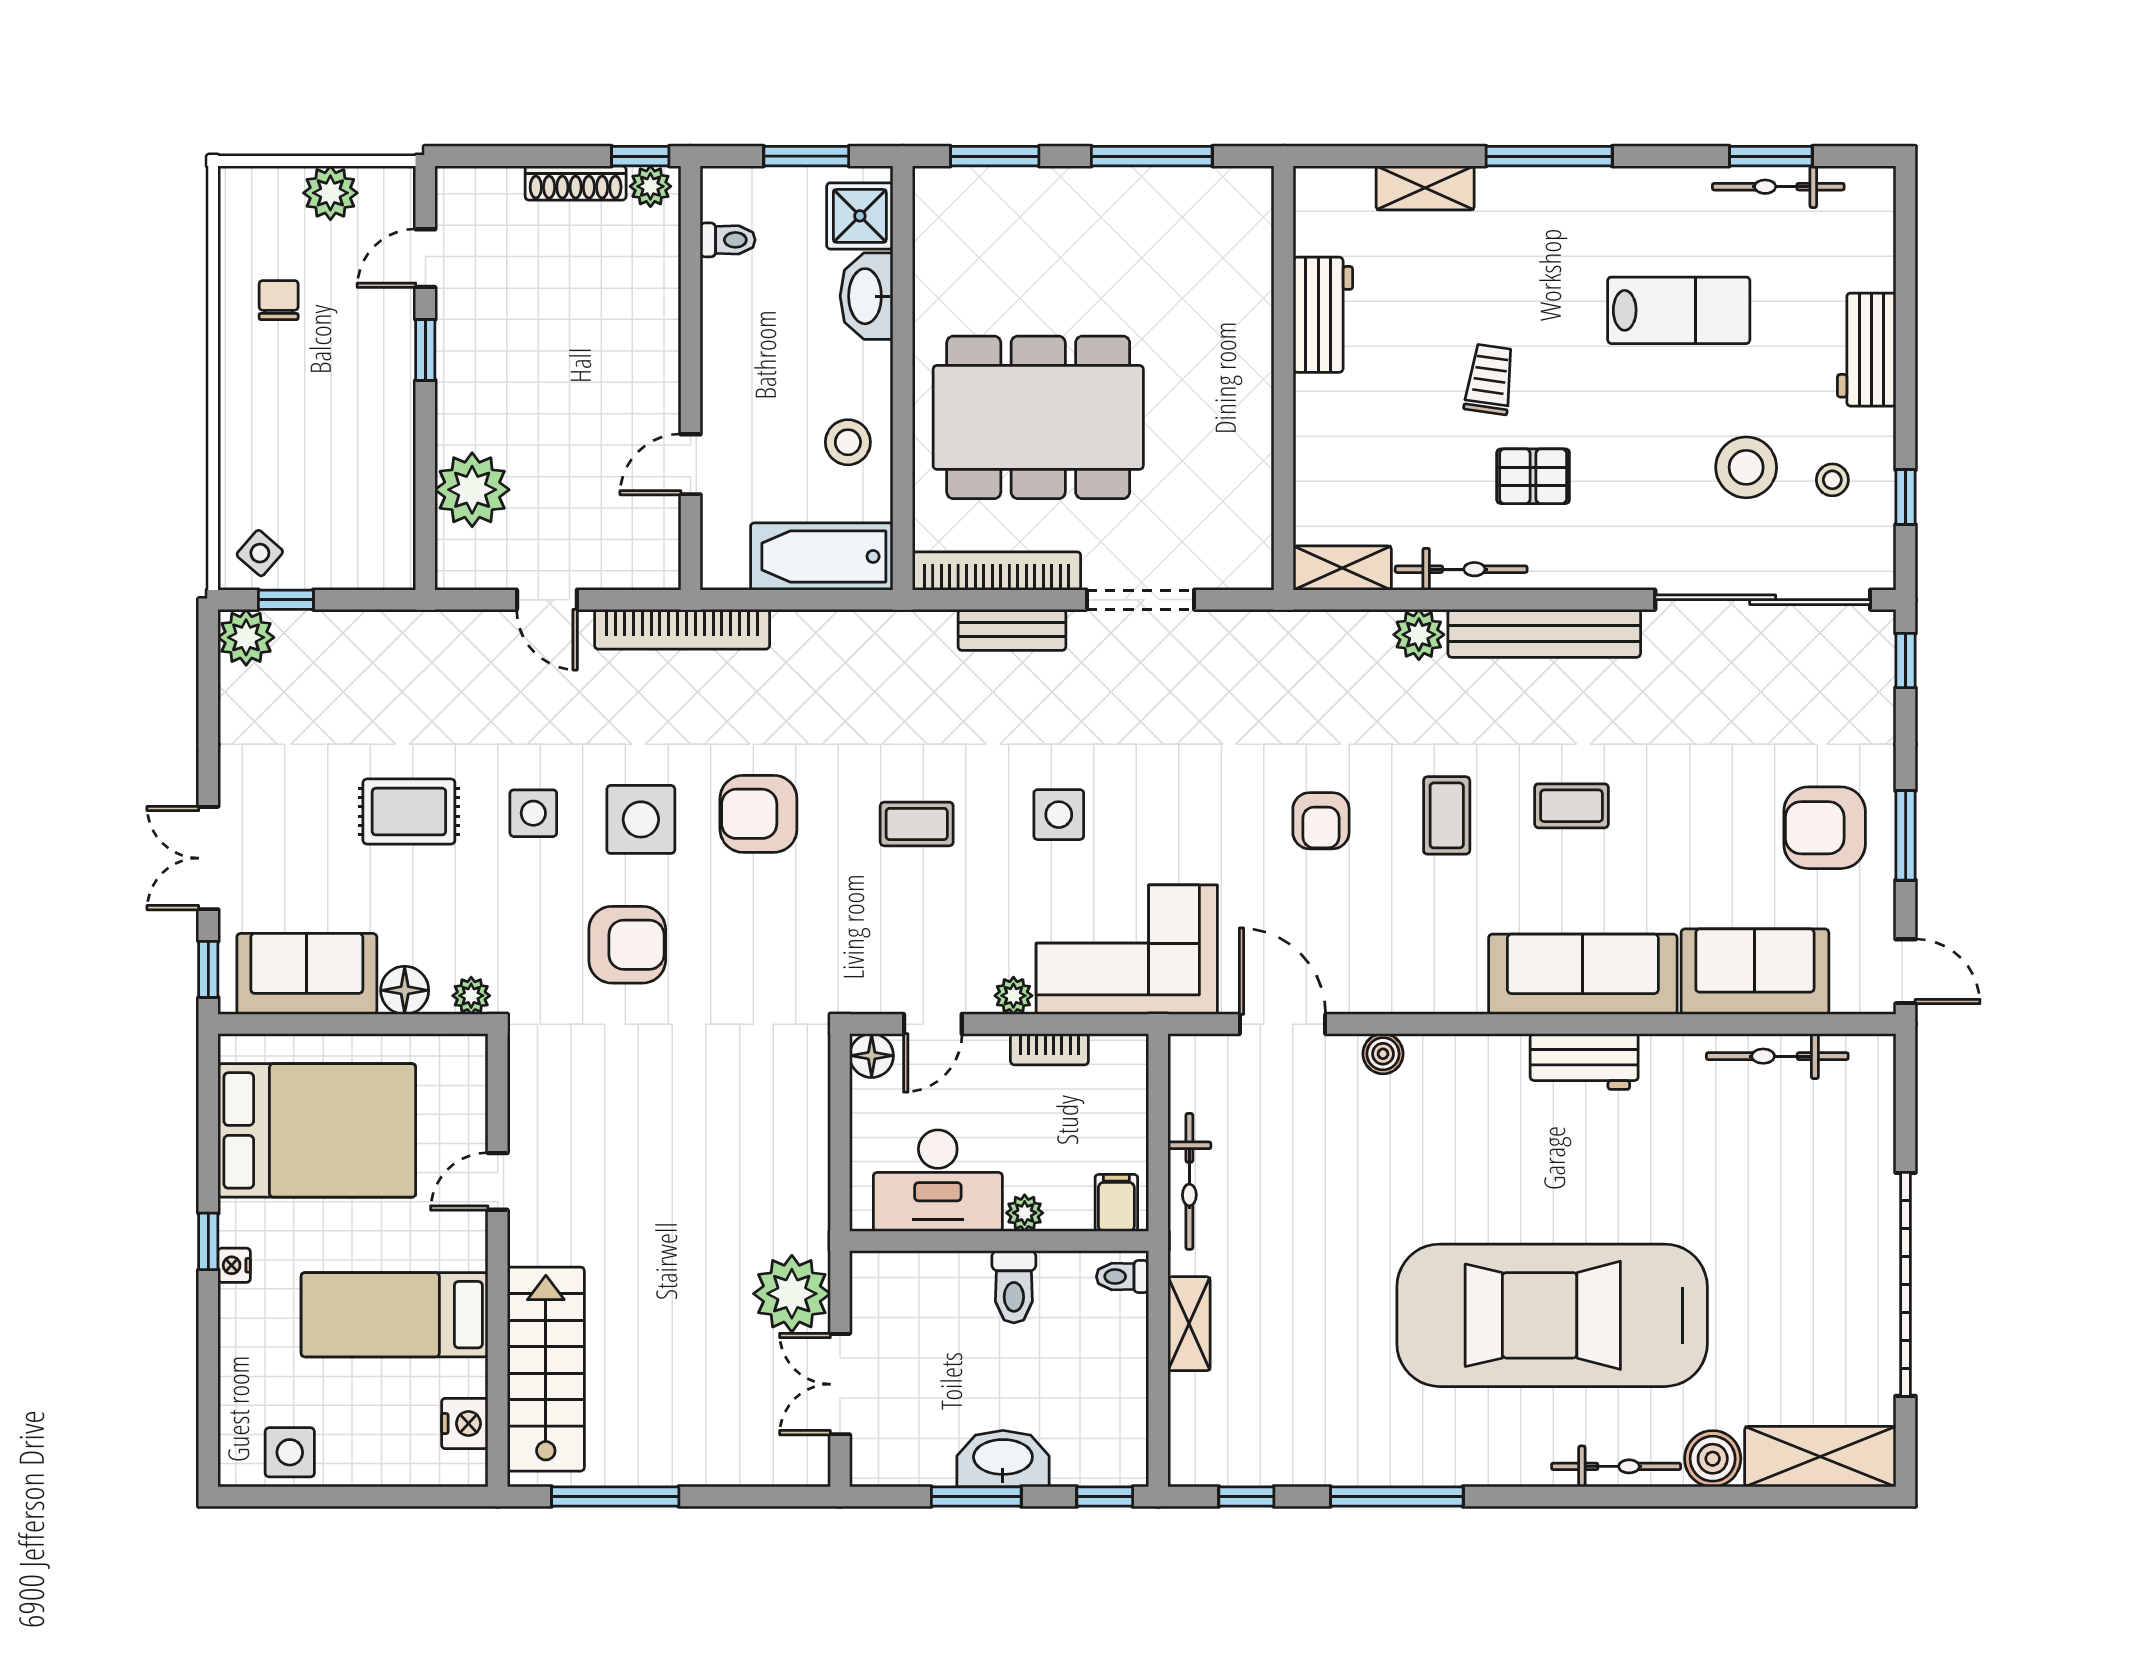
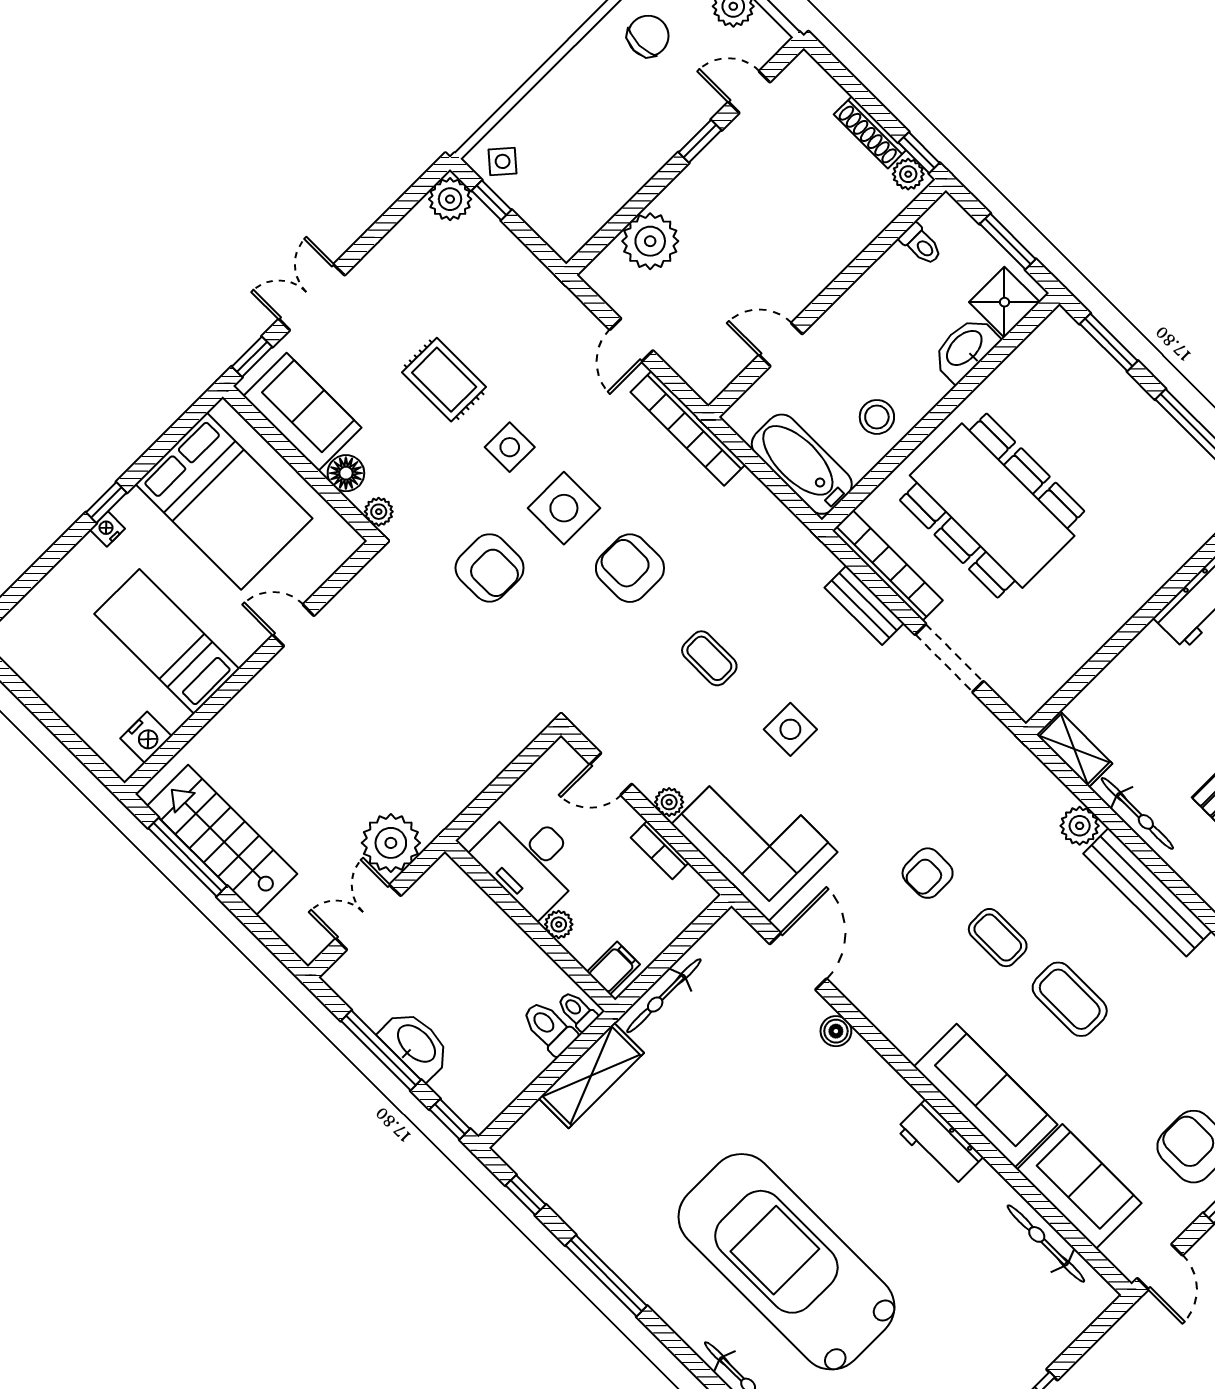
chair: (279, 300) -> (648, 36), width x1.37, depth x1.37
coffee table: (1571, 806) -> (1070, 999), width x1.36, depth x1.30
coffee table: (1447, 815) -> (998, 938), turned 90
floor lamp: (872, 1056) -> (561, 758), removed
toilet: (1014, 1287) -> (549, 1028), moved, turned 90
shelving: (1189, 1324) -> (591, 1076), width x1.50, depth x1.33
stairs: (546, 1369) -> (222, 840), moved, turned -90
side table: (290, 1452) -> (37, 659), removed
window: (976, 1497) -> (381, 1050), width x1.44

